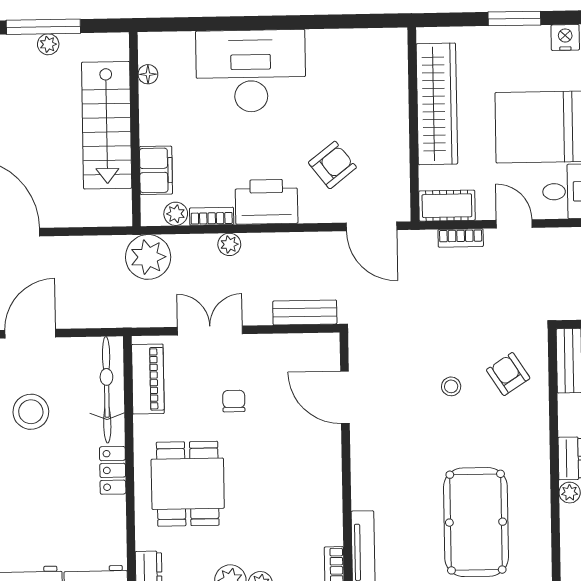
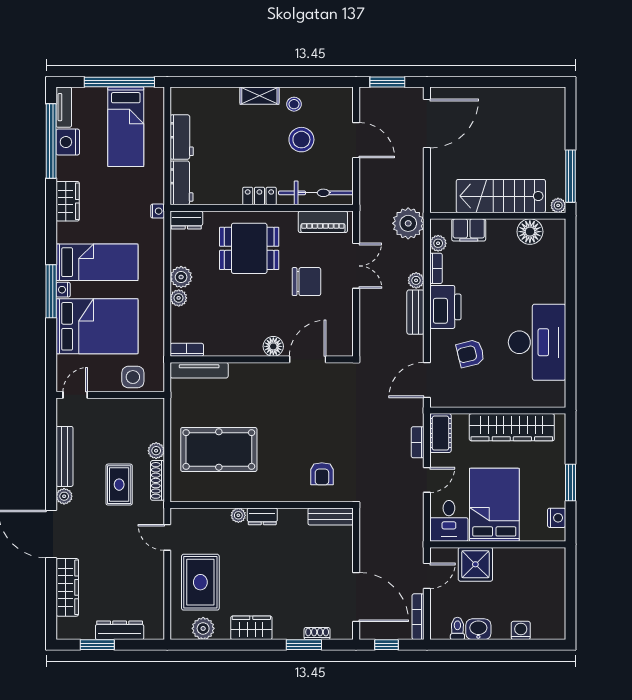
window: (43, 27) -> (571, 176), moved
plant: (48, 44) -> (558, 205), moved
desk: (251, 71) -> (537, 342), moved
floor lamp: (148, 74) -> (530, 232), width x1.89, depth x1.89
armchair: (332, 165) -> (470, 353), turned 114
bench: (305, 312) -> (415, 312), moved
armchair: (508, 374) -> (322, 474), turned 123
stool: (451, 386) -> (314, 434), removed
chair: (234, 401) -> (306, 282), width x1.87, depth x1.87
floor lamp: (327, 447) -> (273, 346), added

